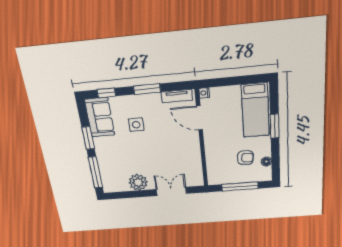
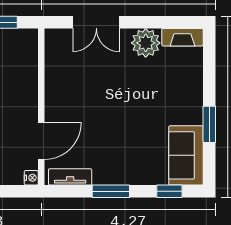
door: (199, 118) -> (41, 141), hinge flipped
side table: (136, 125) -> (134, 139), removed
window: (95, 172) -> (209, 66), removed
fireplace: (116, 187) -> (182, 37), added

